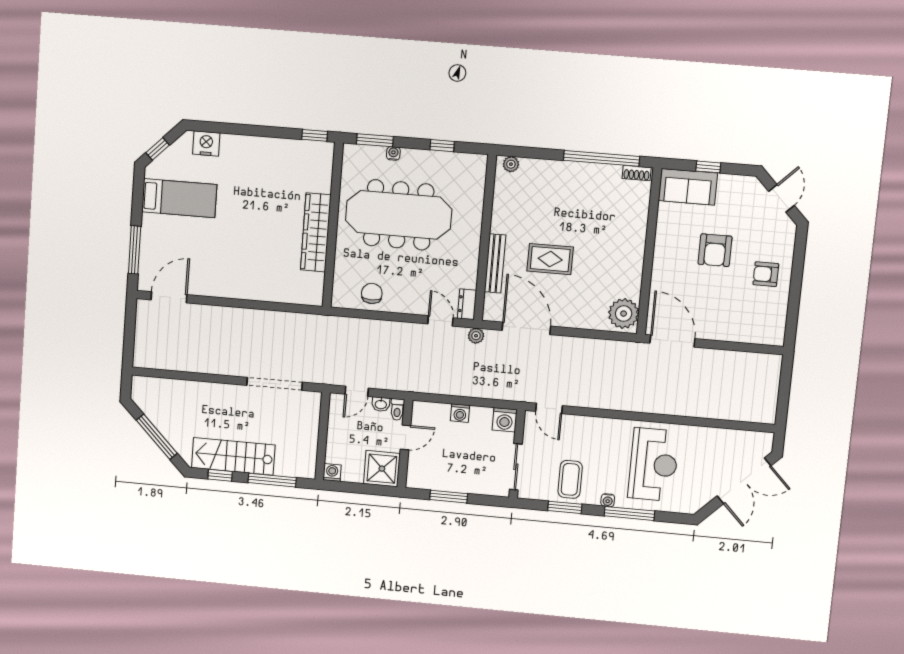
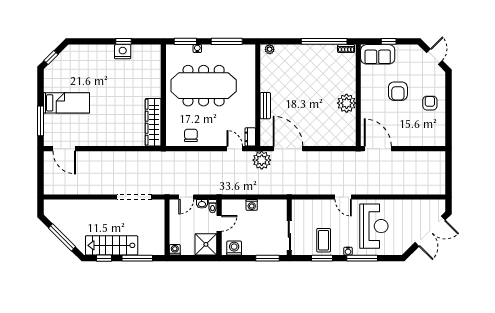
window: (315, 135) -> (123, 41), moved
nightstand: (206, 144) -> (123, 52), moved
window: (442, 146) -> (227, 41), width x2.17
bed: (179, 198) -> (67, 103), moved
wardrobe: (316, 232) -> (153, 122), moved
rug: (550, 259) -> (299, 105), removed
bench: (495, 263) -> (265, 106), width x0.73
armchair: (766, 274) -> (430, 103), turned 90
door: (169, 297) -> (64, 149), swing flipped
plant: (624, 314) -> (347, 103), moved
plant: (476, 336) -> (262, 160), width x1.88, depth x1.88
door: (549, 408) -> (343, 197), moved
washing machine: (505, 420) -> (234, 248), moved, turned 180
window: (449, 497) -> (268, 258), moved

